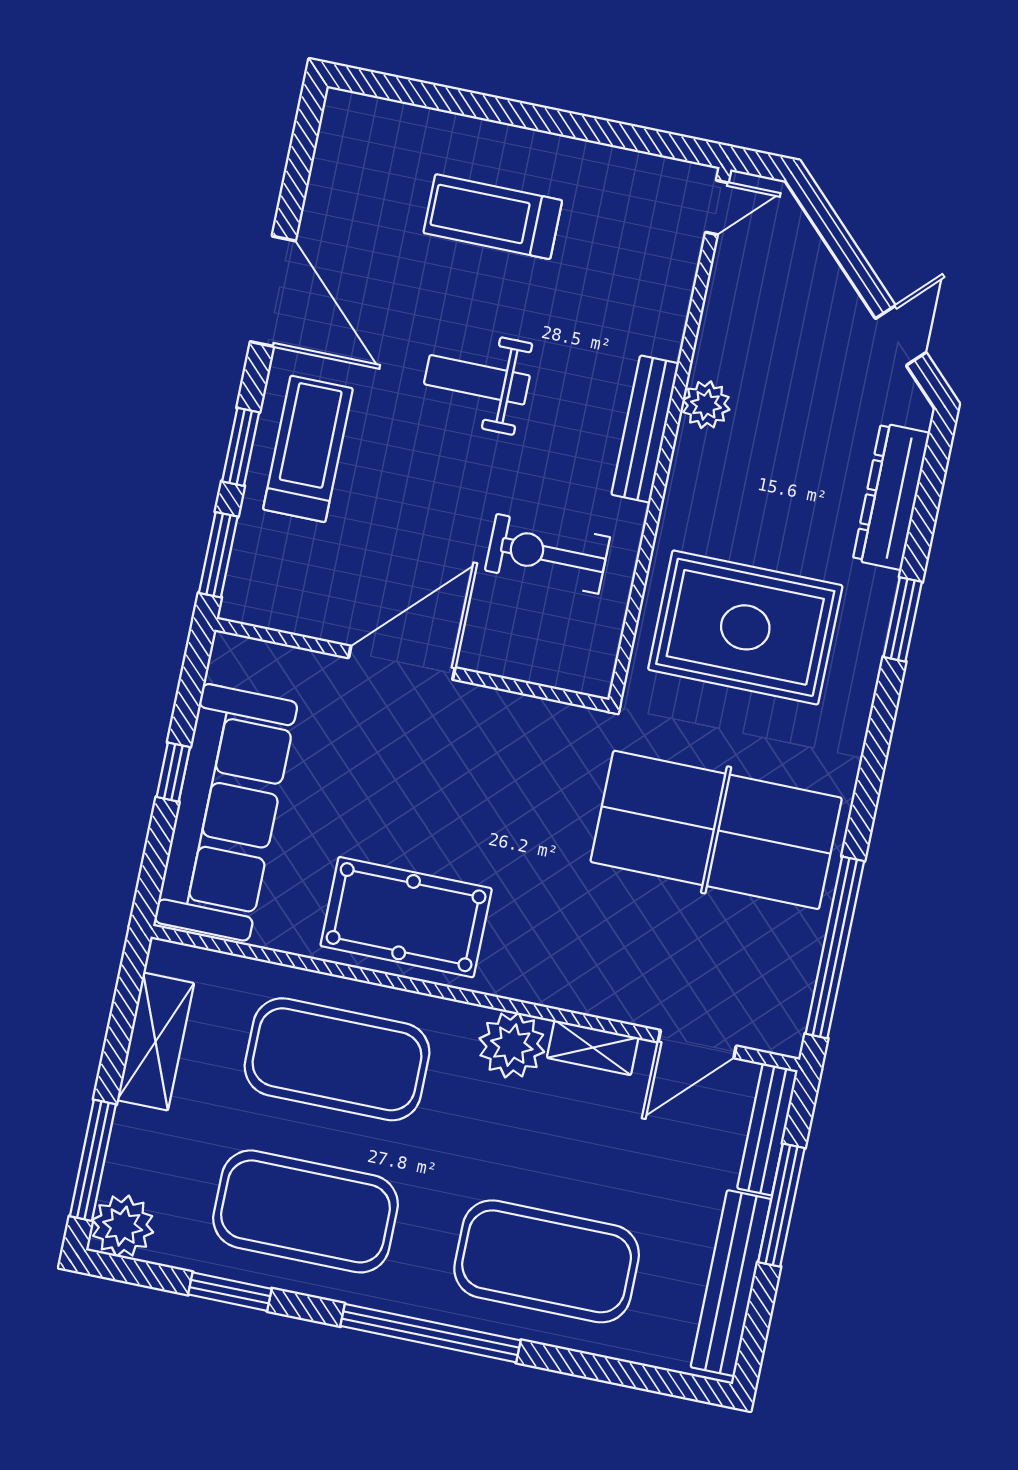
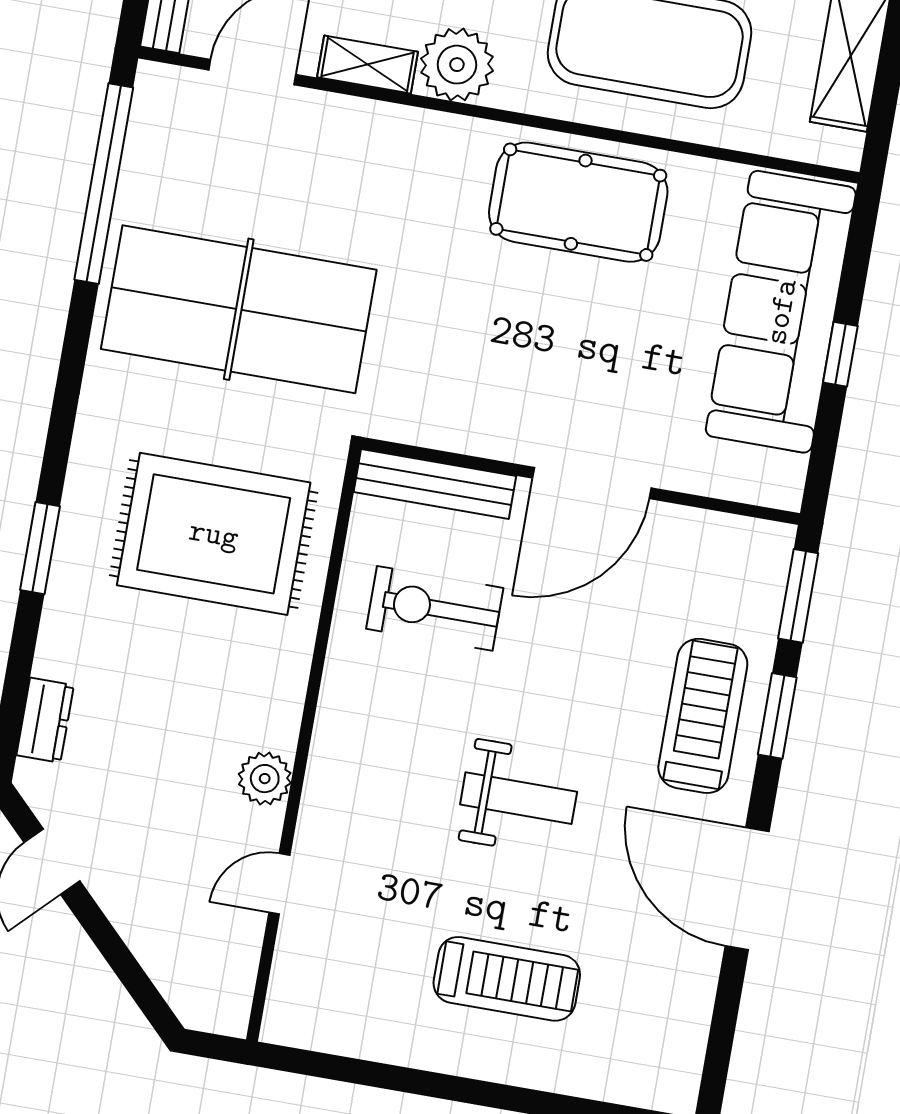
door: (717, 207) -> (279, 884), moved
bench: (645, 429) -> (435, 484), moved, turned 90
treadmill: (308, 449) -> (703, 716), turned 180
dresser: (891, 496) -> (45, 720), width x0.51, depth x0.80
exercise bike: (547, 554) -> (435, 608), turned 180

